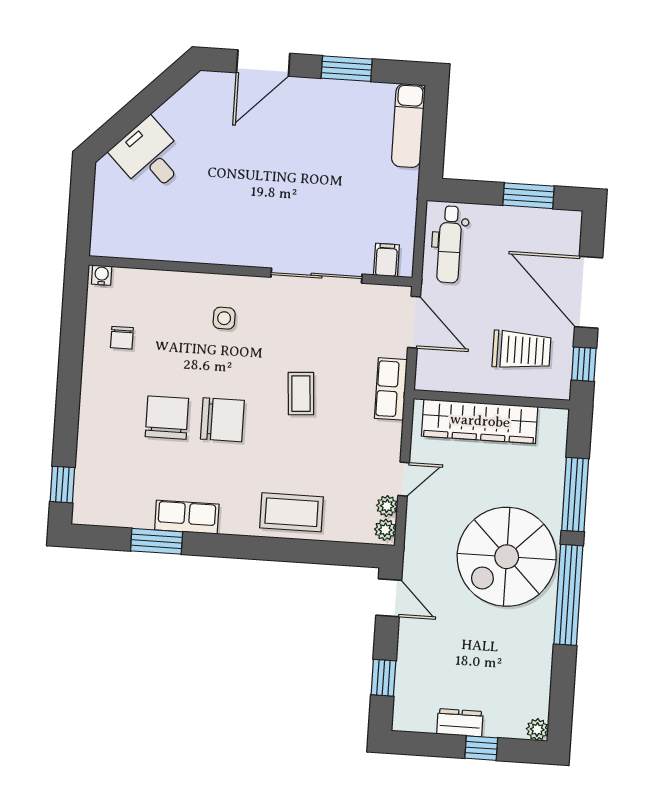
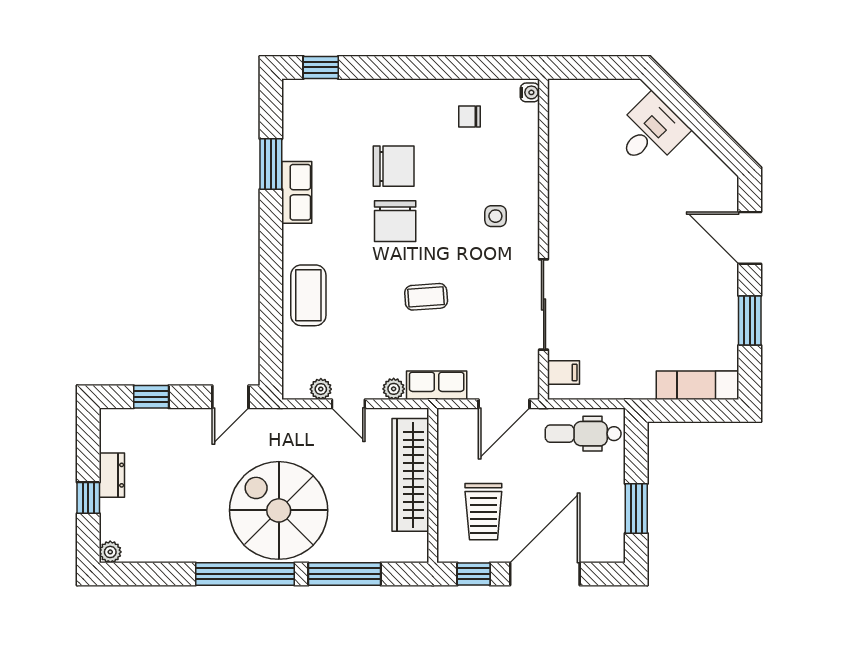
plant: (385, 530) -> (394, 389), moved

